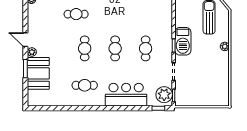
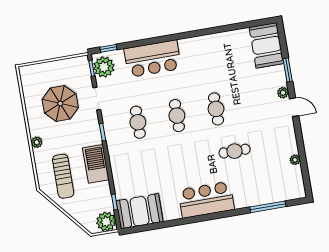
barbecue: (183, 41) -> (96, 164), moved
booth: (38, 73) -> (266, 45), moved
parasol: (202, 73) -> (60, 104), added
cafe table: (85, 85) -> (208, 62), removed

